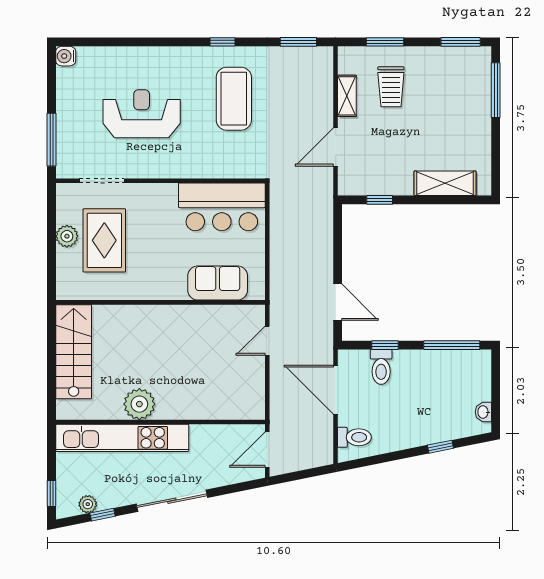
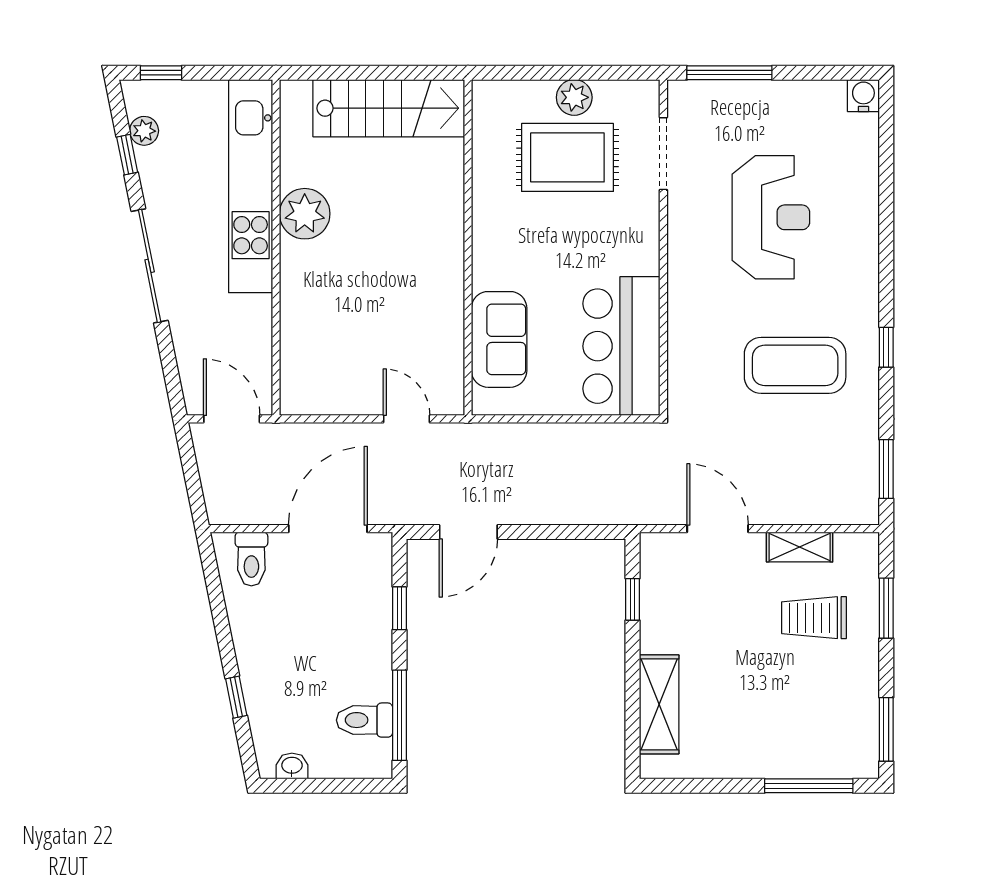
toilet: (381, 367) -> (364, 720), moved

